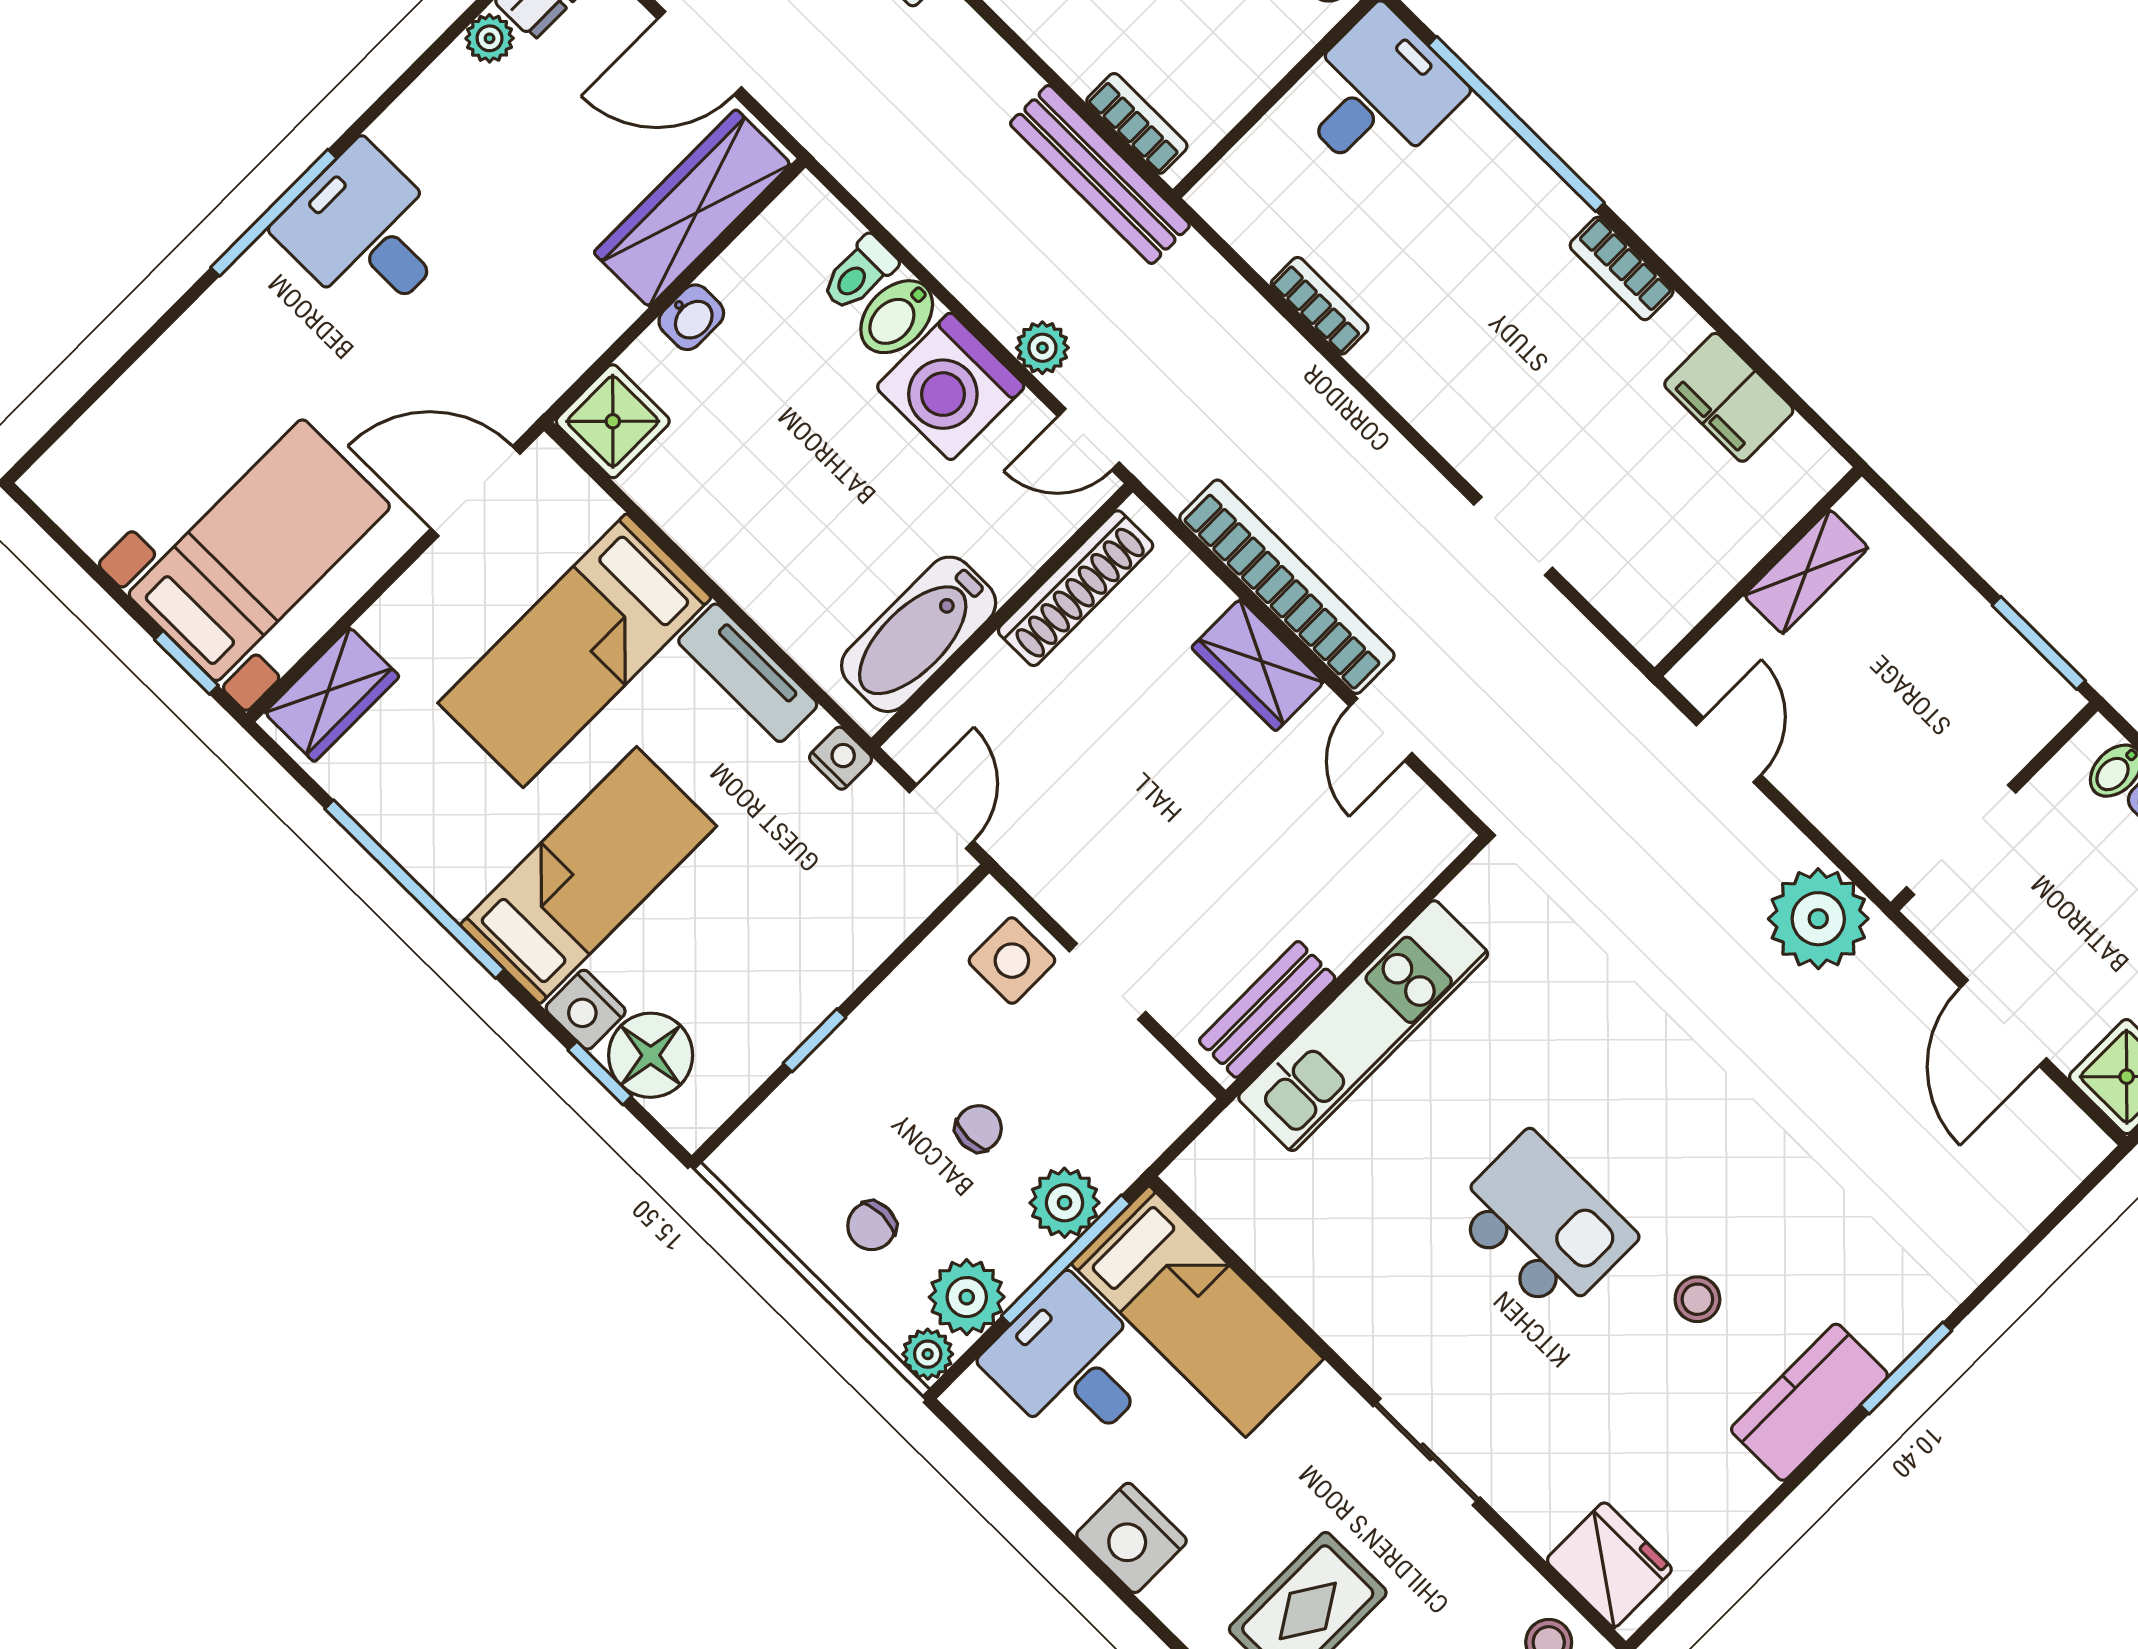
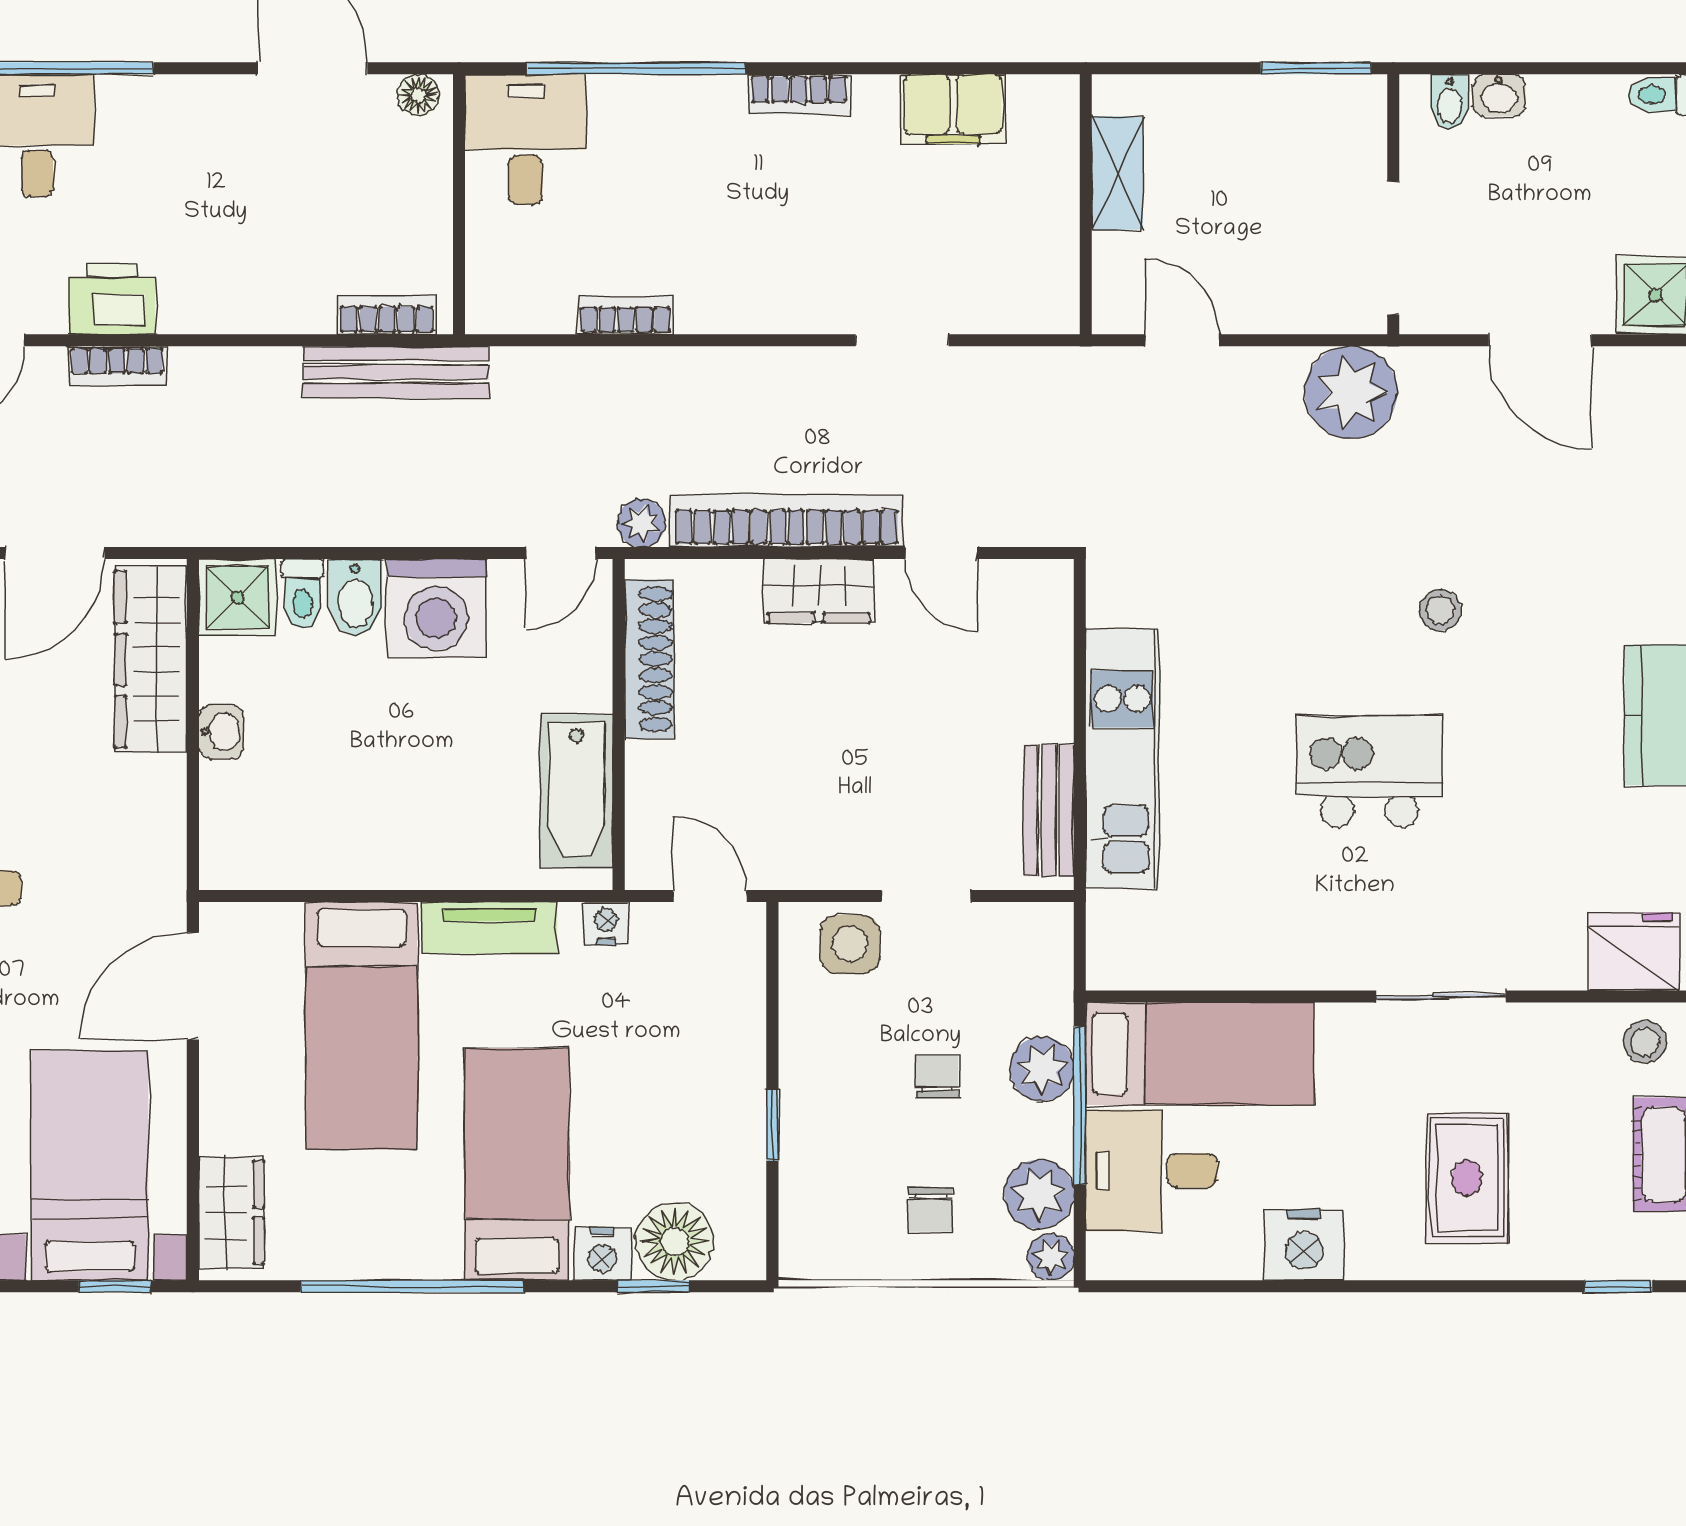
plant: (1042, 348) -> (641, 523), moved
shower: (613, 421) -> (238, 598), moved
stool: (1697, 1299) -> (1440, 610), moved

